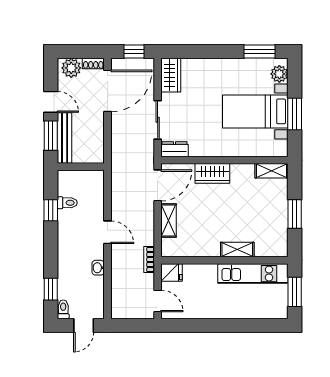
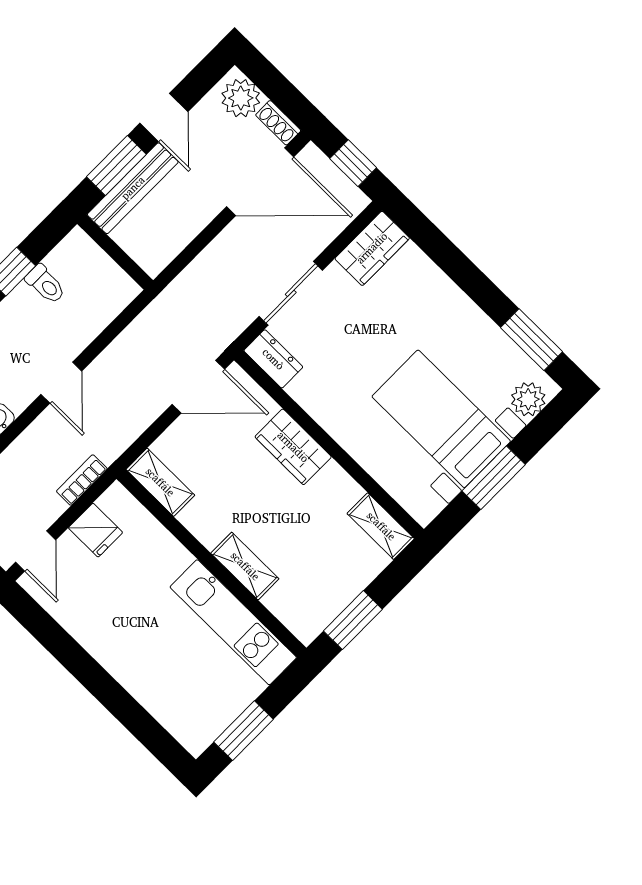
shelving: (169, 221) -> (160, 482), moved, turned 90
shelving: (237, 250) -> (245, 566), moved
wall: (224, 260) -> (211, 563), moved
kitchen unit: (253, 274) -> (233, 622), moved

